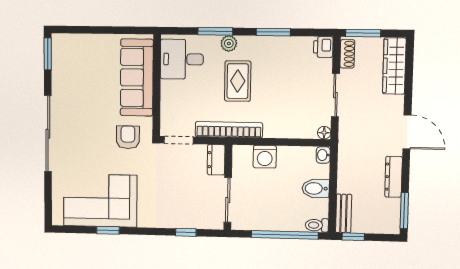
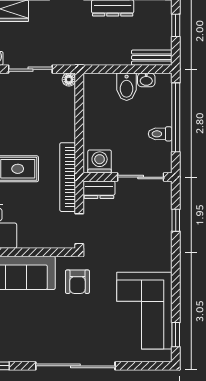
armchair: (128, 137) -> (77, 282), turned -90
washbasin: (323, 155) -> (146, 80), moved
washing machine: (265, 157) -> (100, 162), moved, turned -90
toilet: (317, 225) -> (160, 134), moved, turned 90
window: (108, 230) -> (176, 335), moved
window: (353, 237) -> (176, 25), moved

